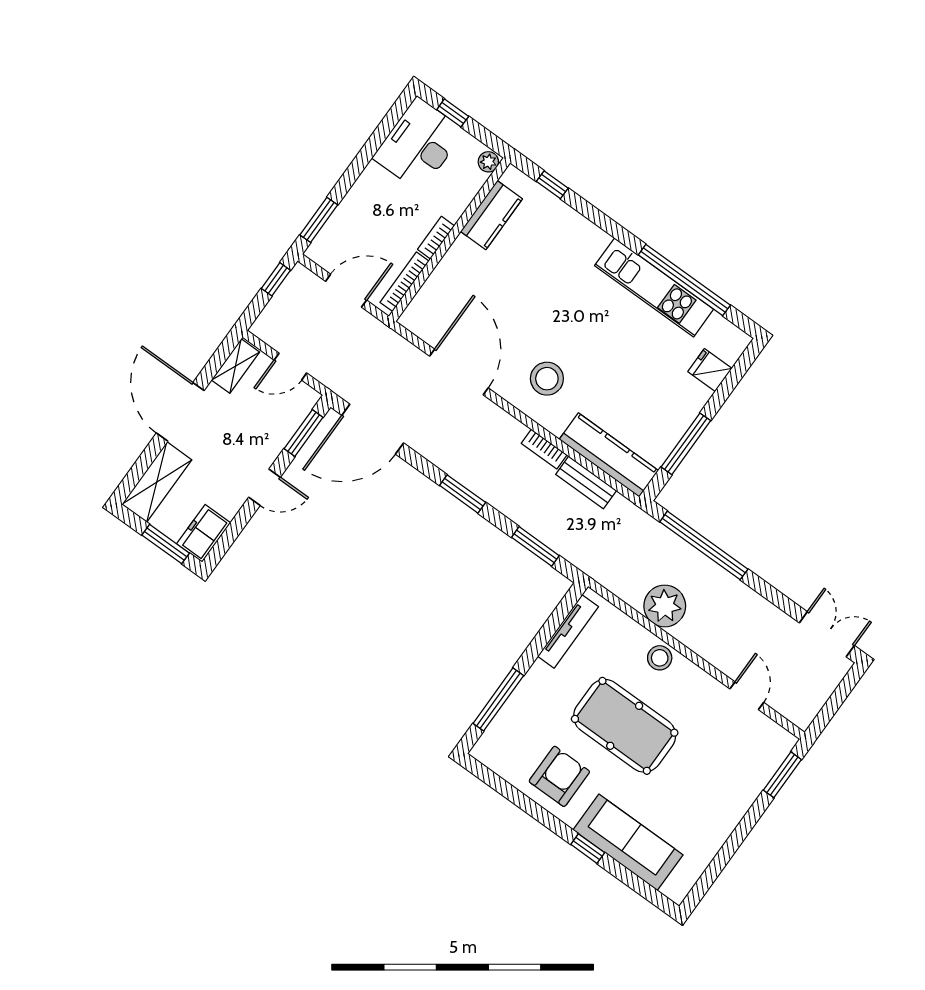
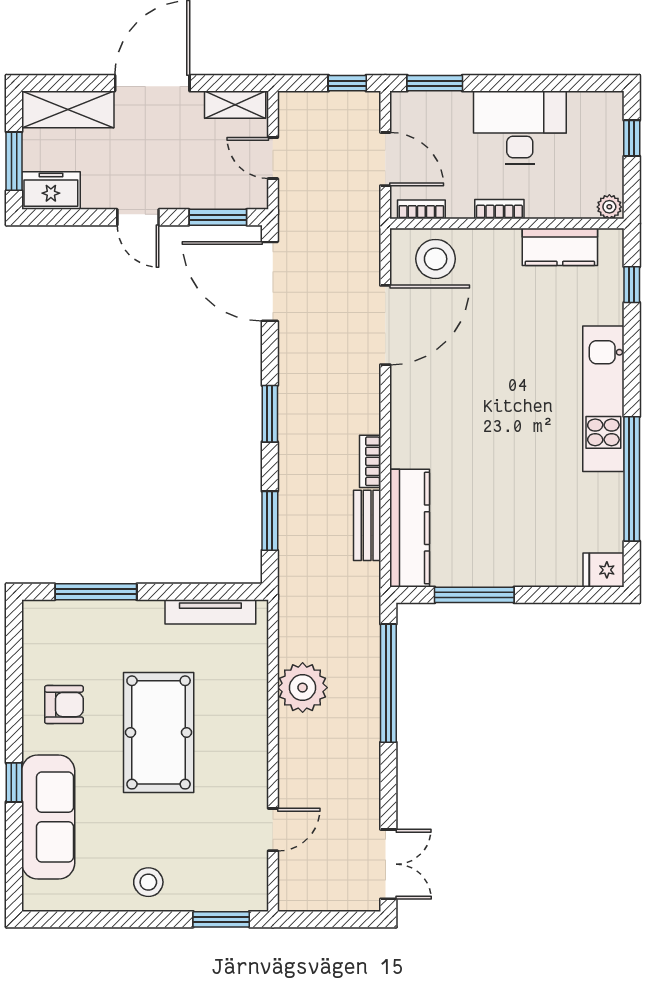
desk: (419, 144) -> (520, 127), moved
bookcase: (405, 282) -> (421, 209), width x0.64
kitchen unit: (654, 287) -> (603, 399), moved
fridge: (710, 370) -> (604, 570), moved, turned -90
stool: (547, 379) -> (436, 259), moved
stool: (660, 658) -> (148, 882), moved
armchair: (559, 776) -> (64, 705), width x0.72, depth x0.72

